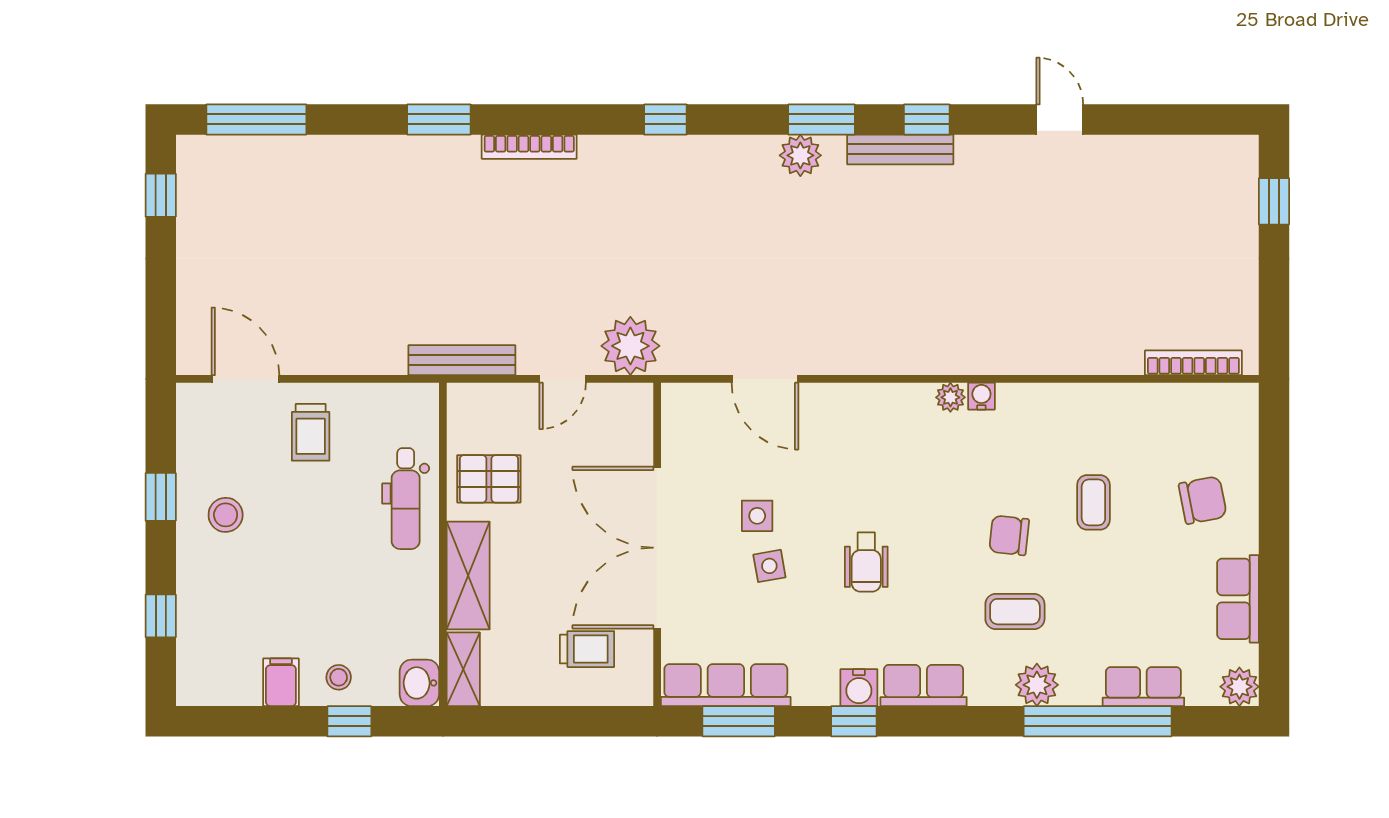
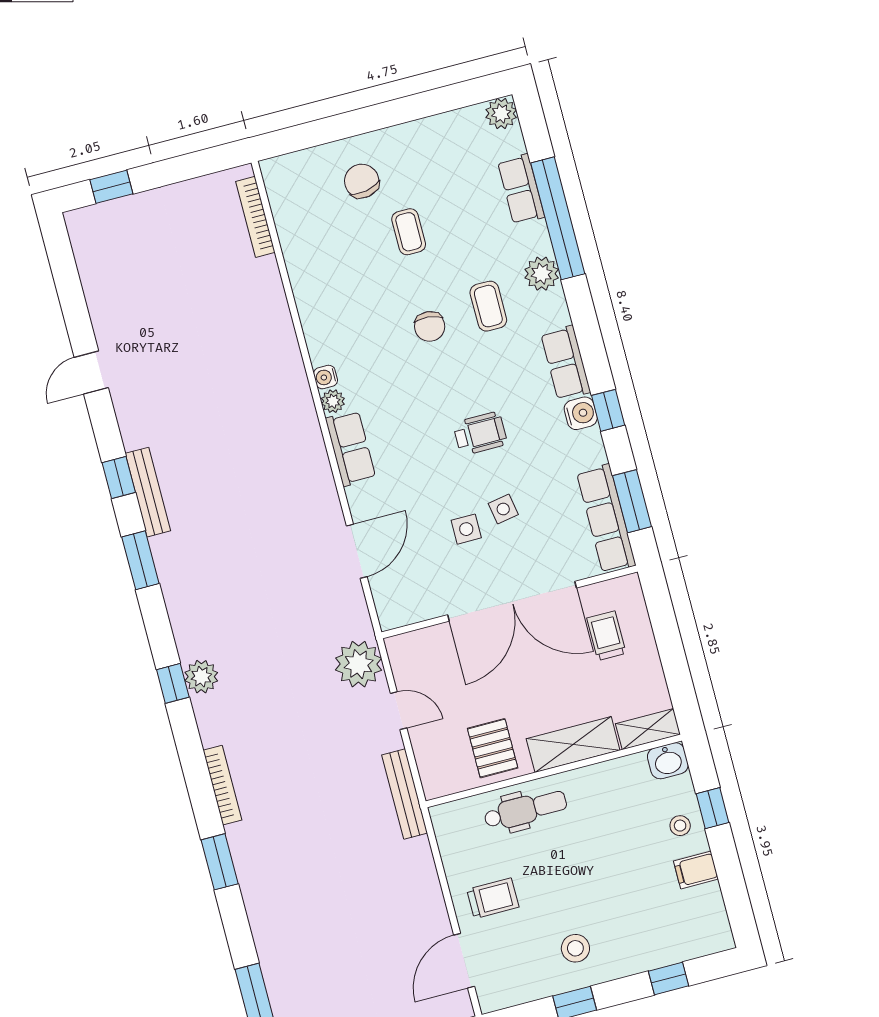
plant: (800, 155) -> (201, 677), moved
coffee table: (1093, 502) -> (409, 232), moved, turned 90
row of seats: (1238, 599) -> (351, 448), moved, turned -90

